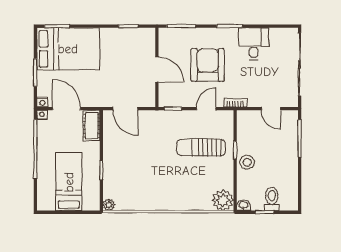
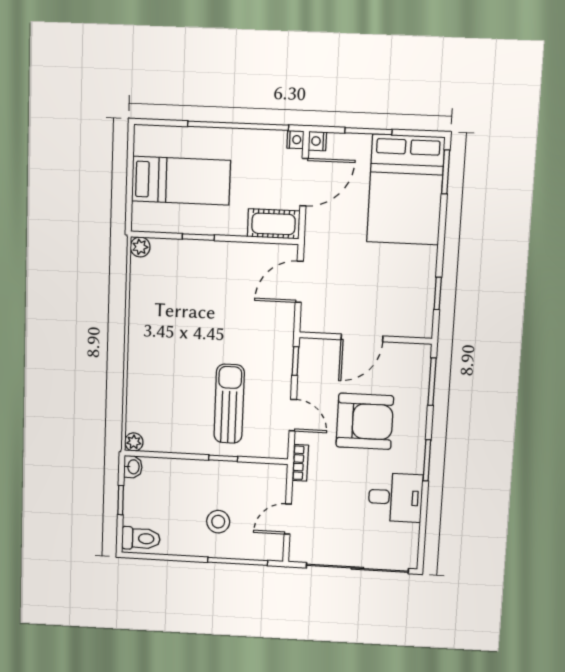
stool: (247, 162) -> (218, 522), moved
toilet: (272, 199) -> (141, 538), moved
plant: (223, 200) -> (134, 442), width x0.53, depth x0.53

